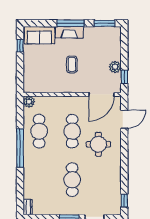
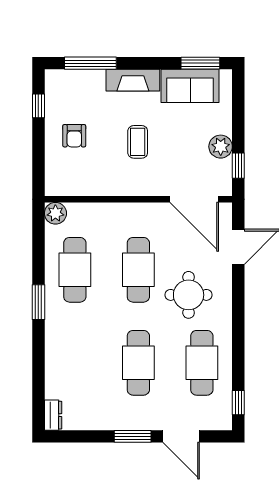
window: (71, 23) -> (90, 63), moved
sofa: (39, 35) -> (190, 86), moved
armchair: (39, 61) -> (74, 136), added
door: (101, 94) -> (194, 199), hinge flipped
window: (20, 148) -> (38, 302), width x0.47
cafe table: (105, 180) -> (202, 363), added

